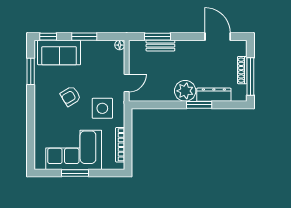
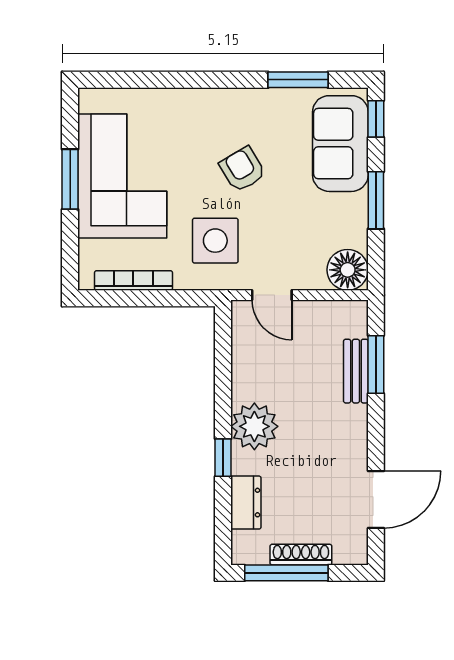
floor lamp: (120, 45) -> (348, 270), width x1.89, depth x1.89
dresser: (214, 95) -> (246, 503), width x0.70
window: (199, 105) -> (223, 458), width x0.67

